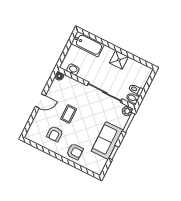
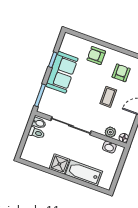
bathtub: (88, 44) -> (84, 173), moved
plant: (127, 111) -> (110, 132), moved

